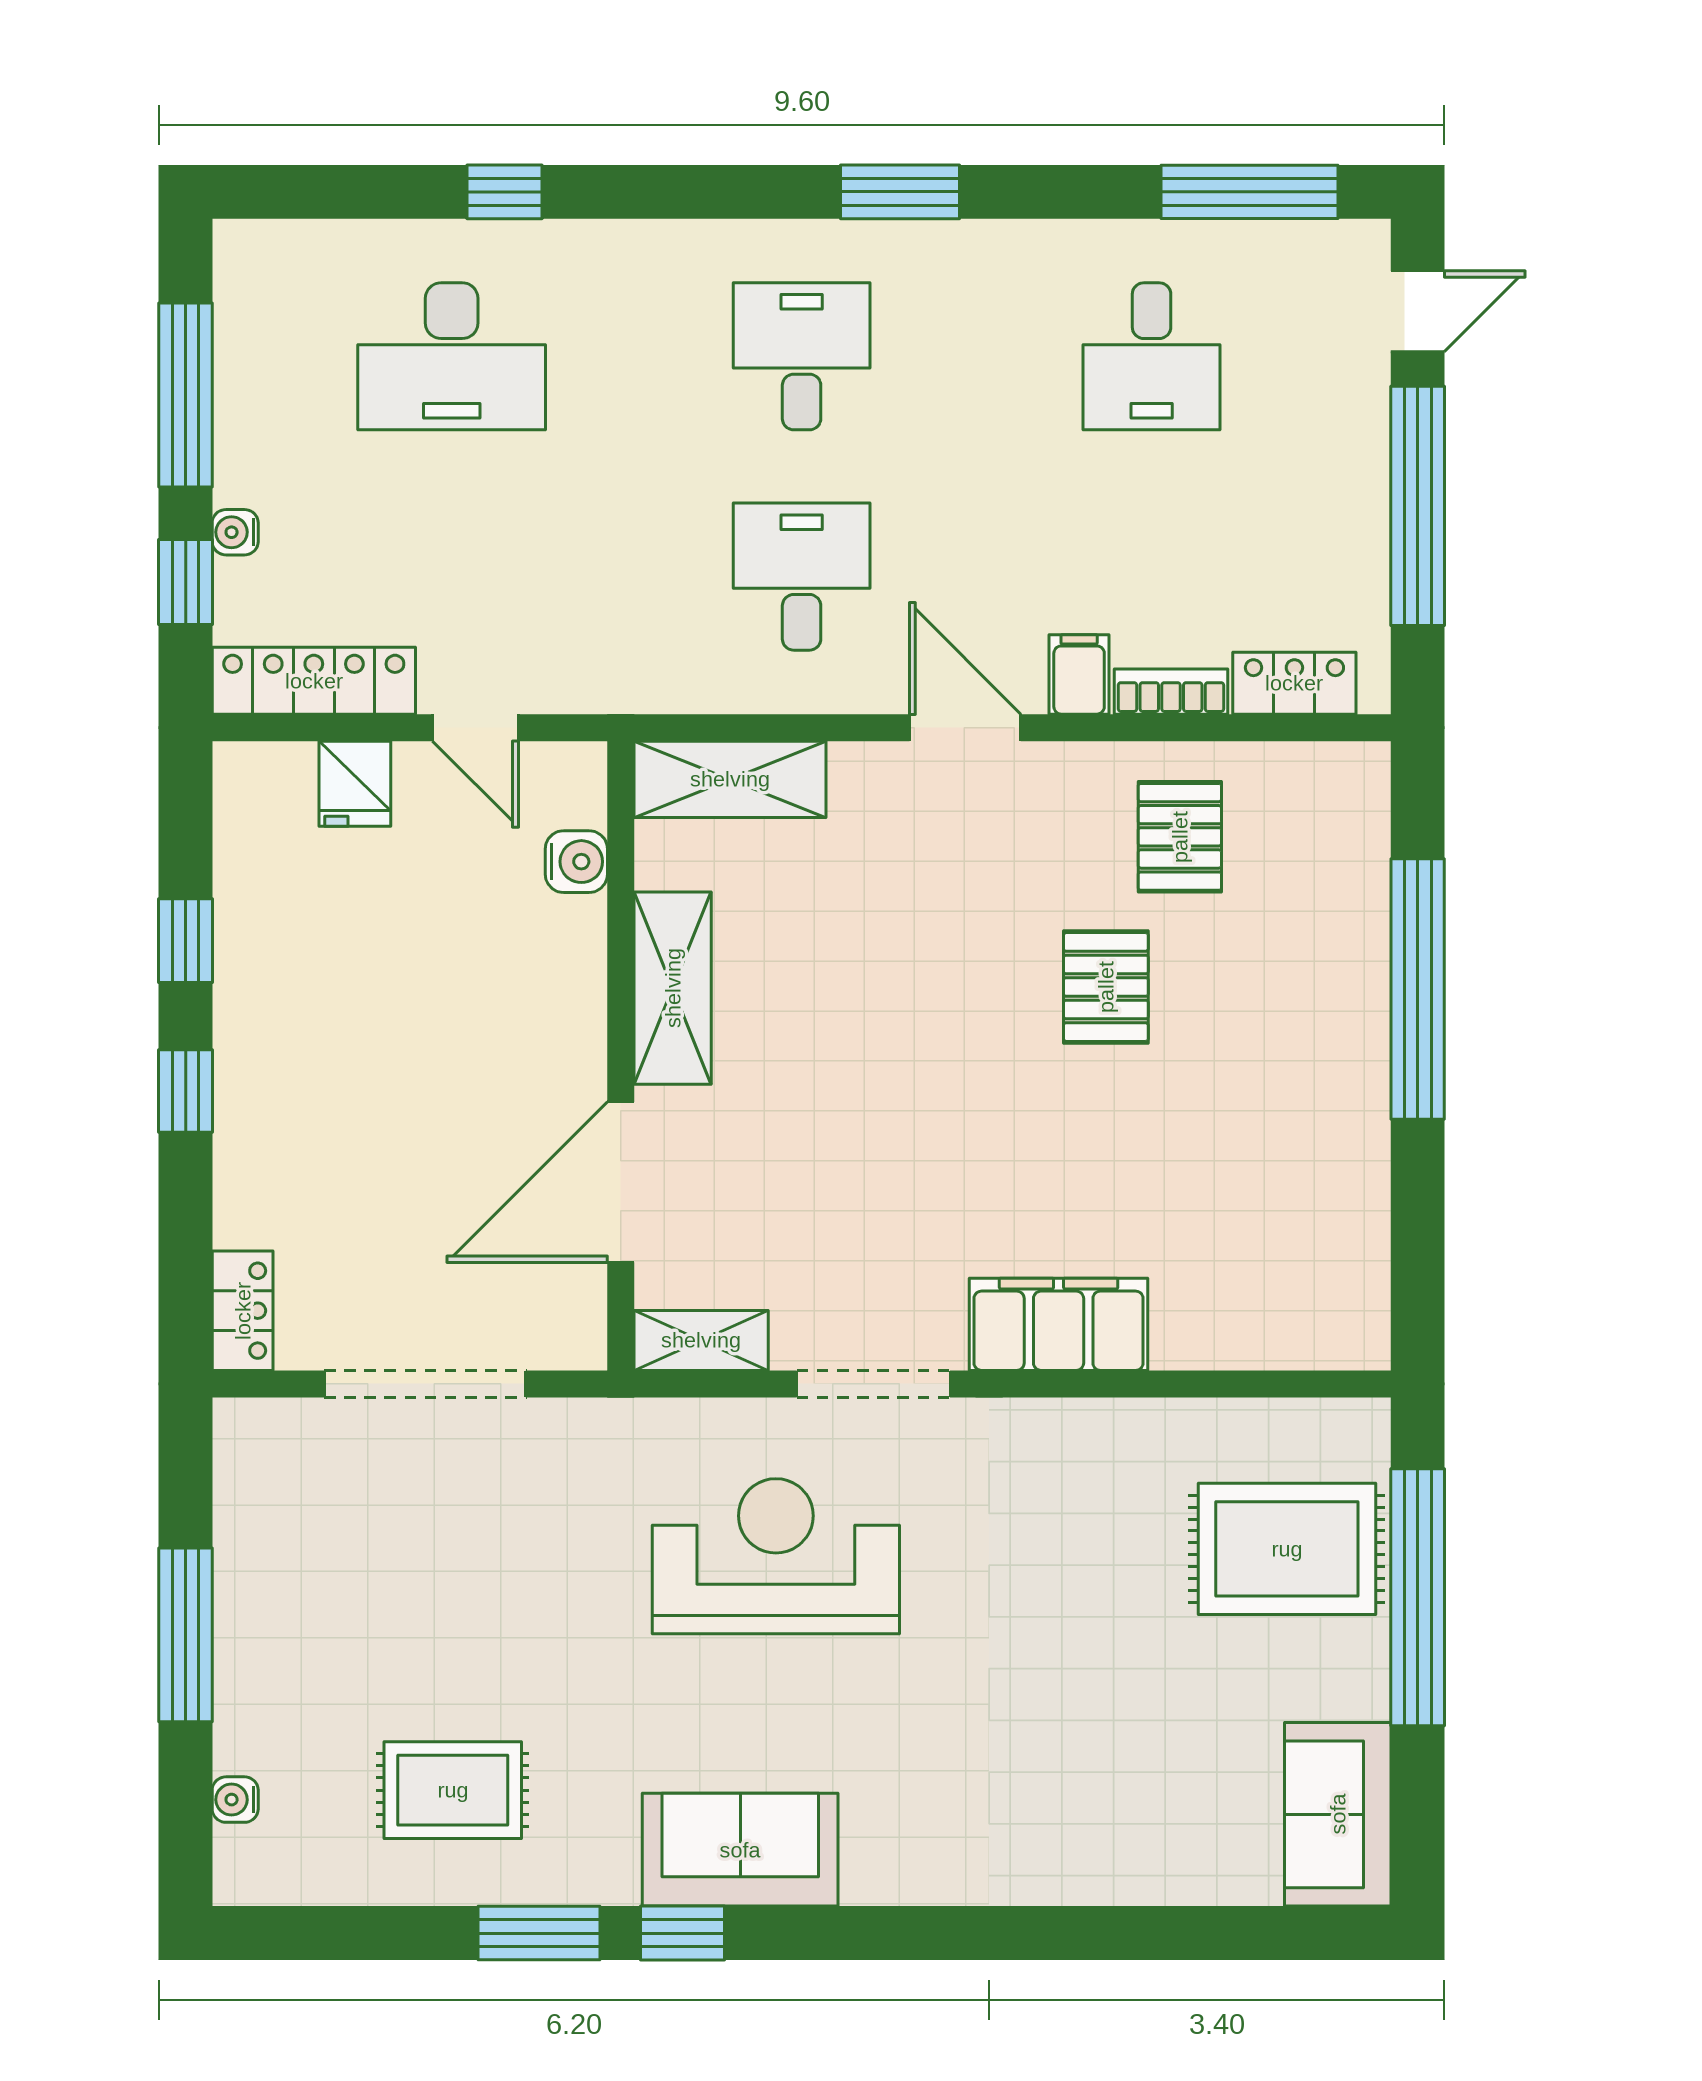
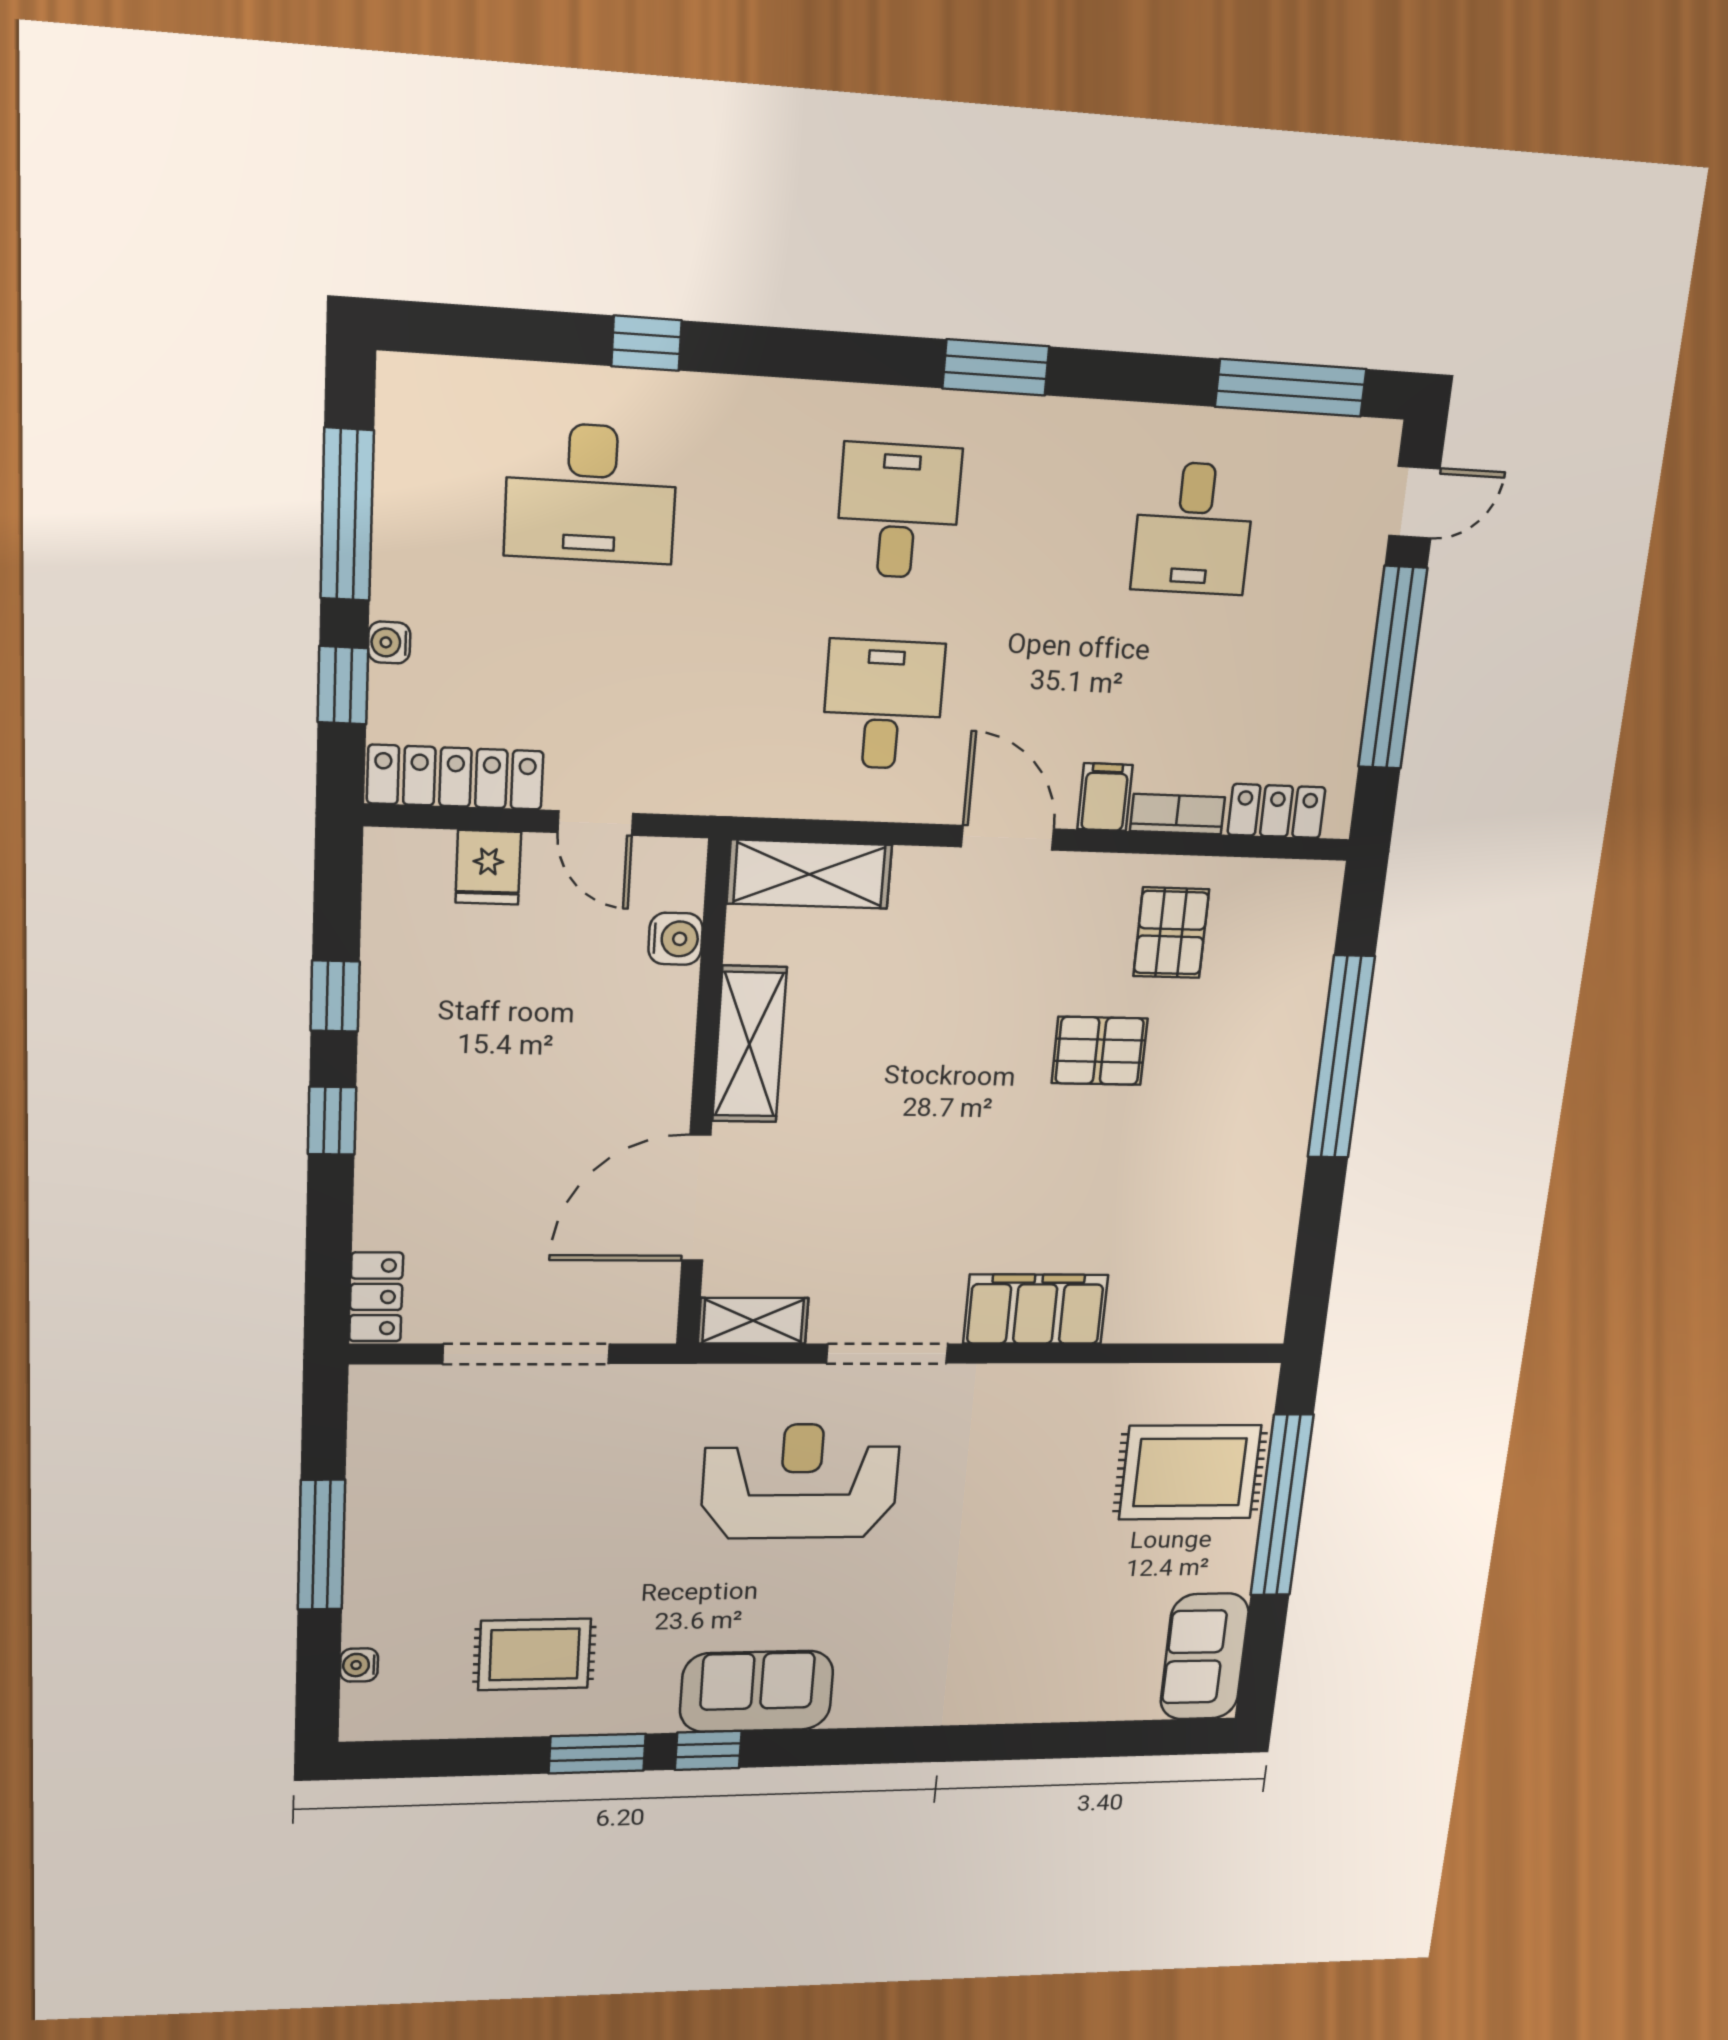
pallet: (1106, 987) -> (1100, 1051), turned 90

